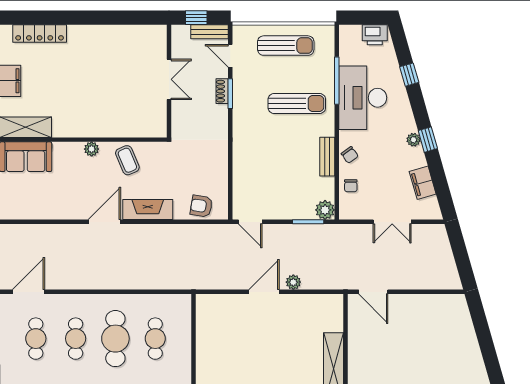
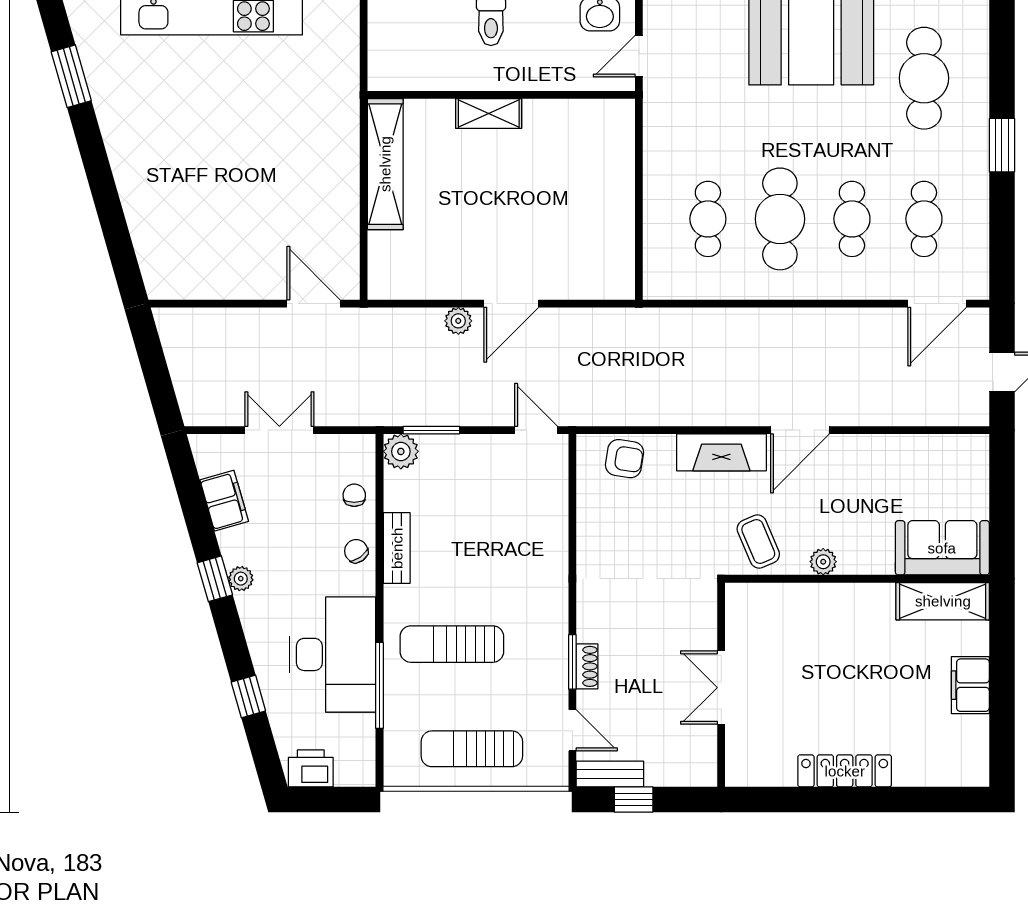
locker: (40, 33) -> (845, 771), moved
double door: (169, 79) -> (721, 688), moved
wall: (169, 81) -> (721, 685), moved

